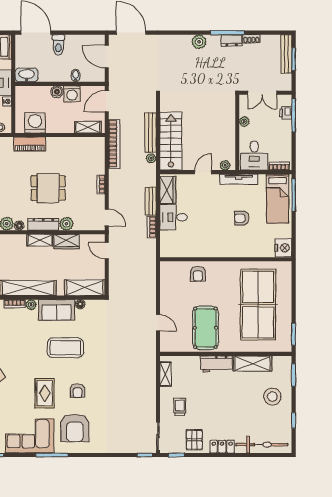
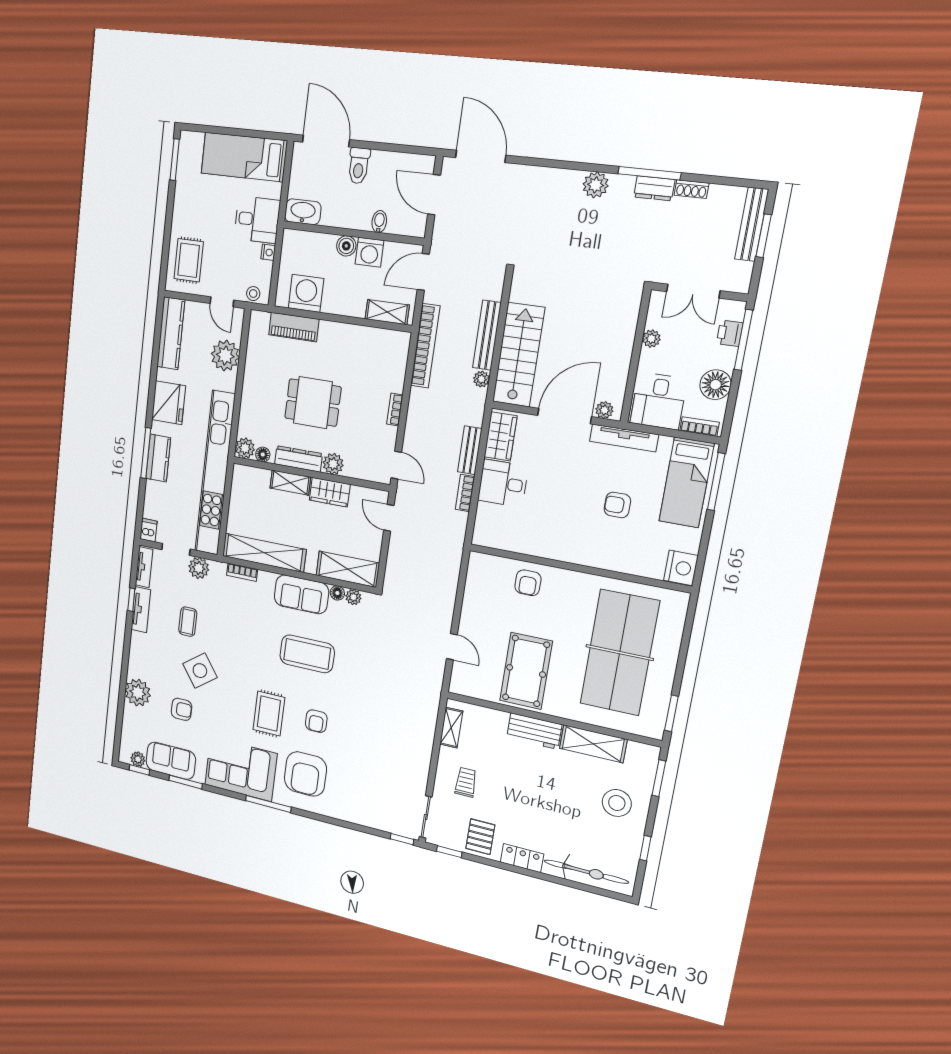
floor lamp: (283, 142) -> (716, 385), added
door: (203, 172) -> (564, 416), width x1.88
plant: (31, 305) -> (353, 597), moved

